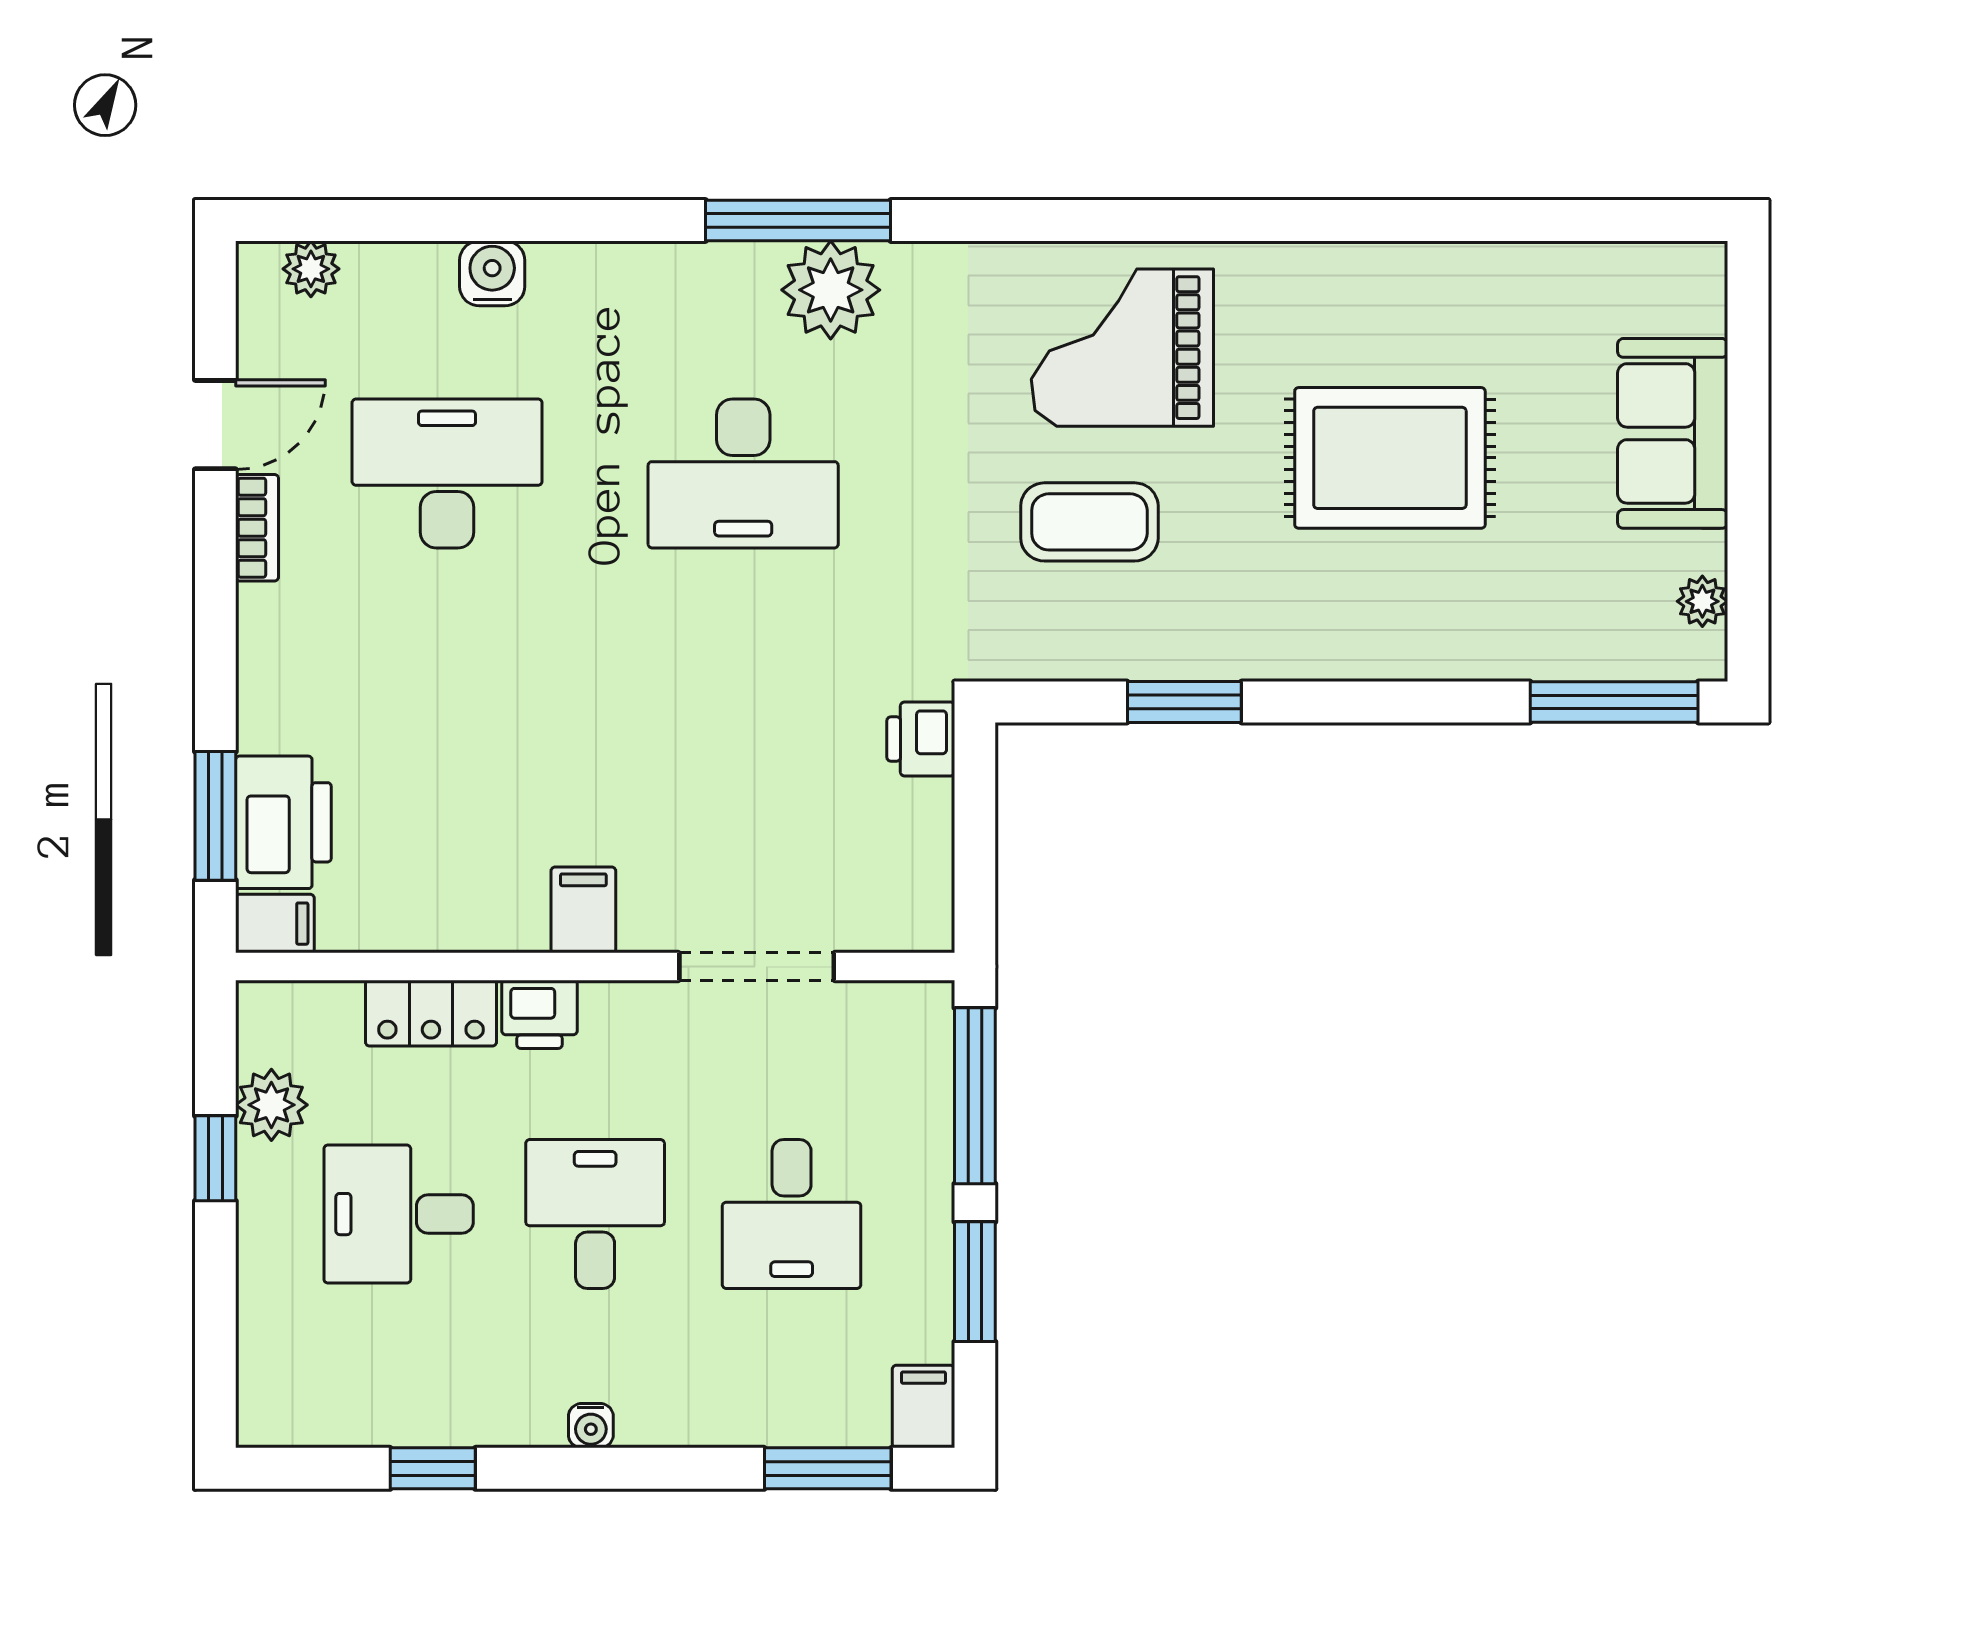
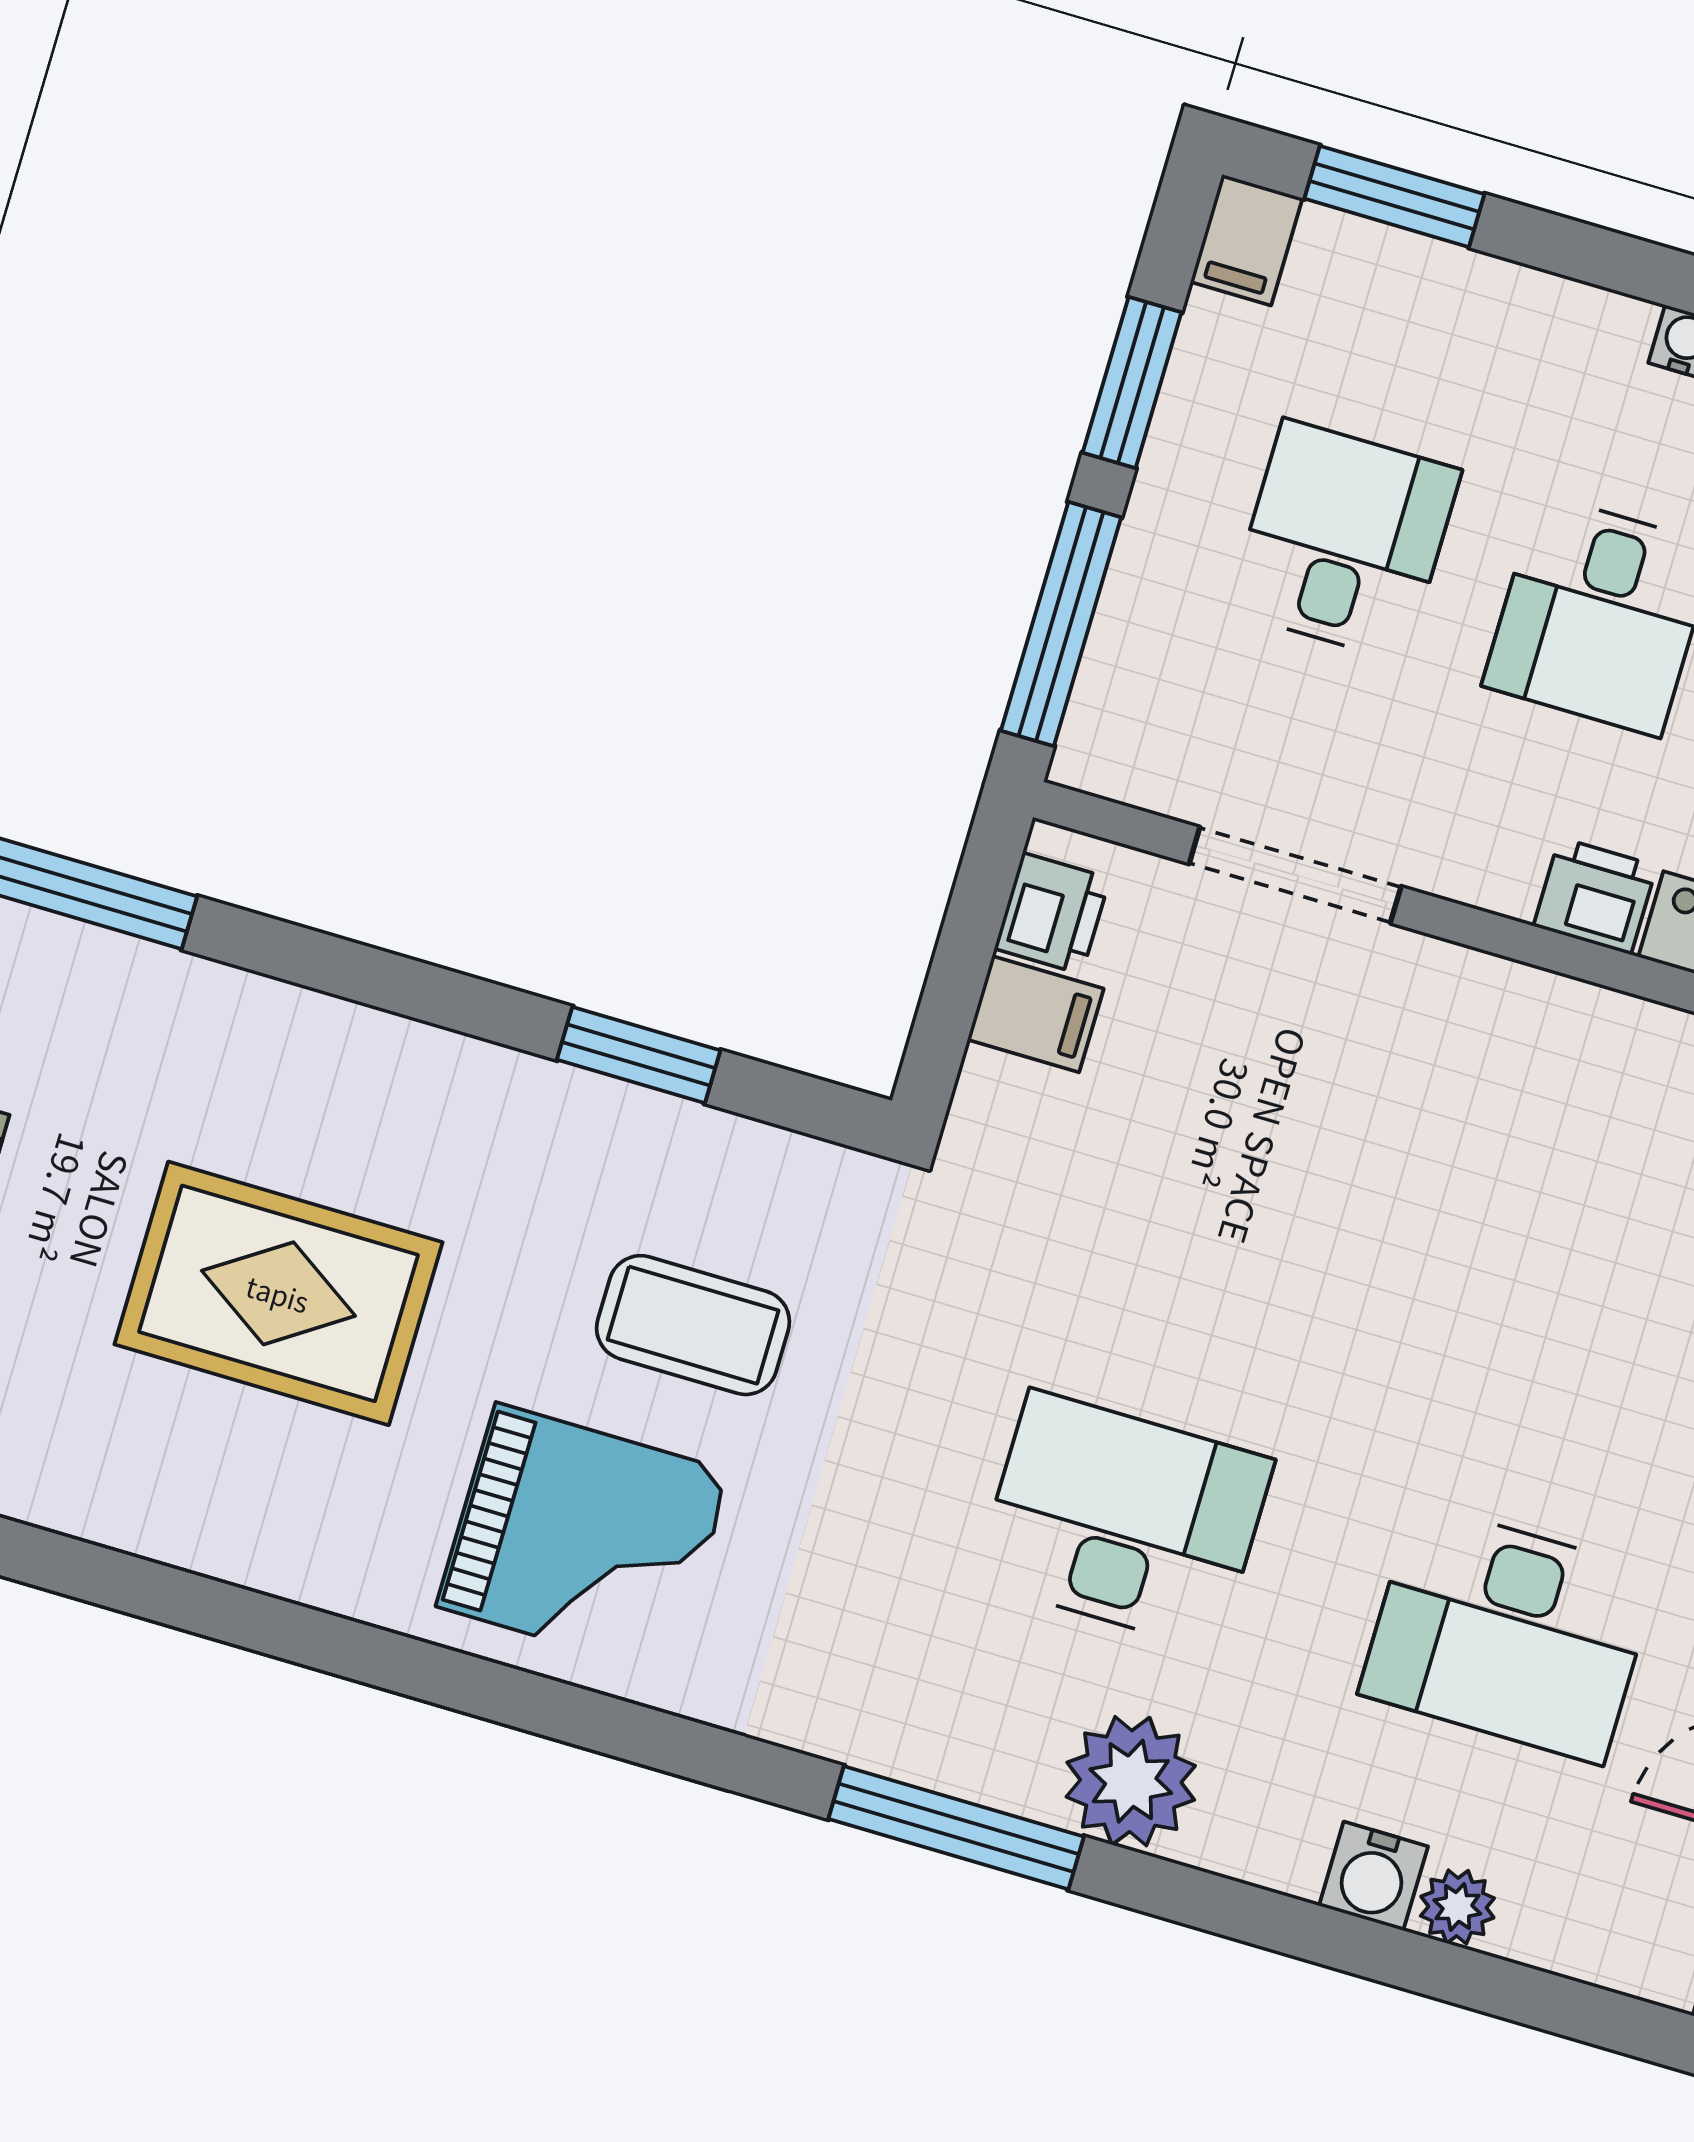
plant: (311, 269) -> (1457, 1907), moved
plant: (831, 290) -> (1131, 1781), moved
printer: (921, 739) -> (1052, 913), moved
filing cabinet: (583, 910) -> (1036, 1014), moved, turned -90

